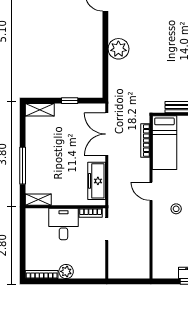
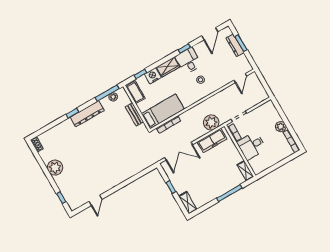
plant: (118, 49) -> (211, 122), moved
door: (151, 191) -> (240, 78), moved

